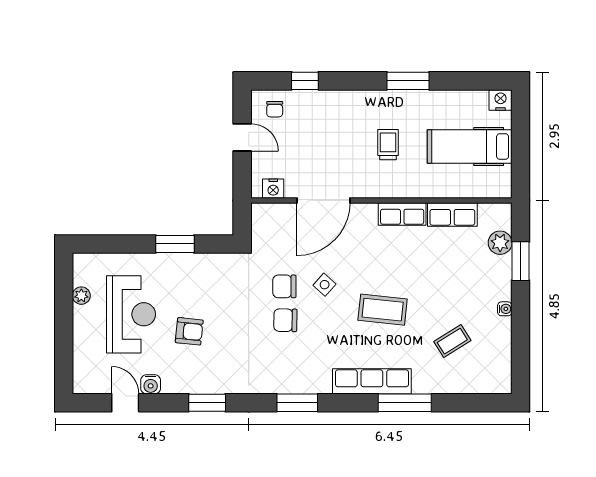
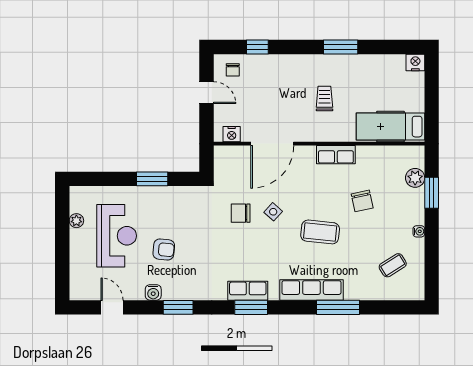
hospital bed: (470, 147) -> (390, 127), moved
row of seats: (452, 214) -> (248, 291), moved, turned 180
chair: (285, 320) -> (362, 201), moved, turned -103
coffee table: (452, 341) -> (393, 265), moved
water cooler: (151, 384) -> (153, 292), moved

